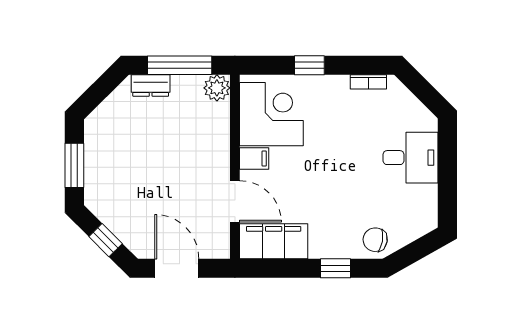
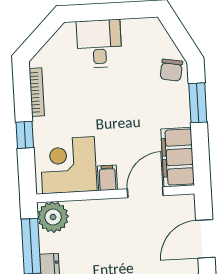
bookcase: (368, 82) -> (37, 92), width x1.56
plant: (217, 88) -> (53, 217), width x1.36, depth x1.36
window: (335, 268) -> (198, 103), width x1.50

